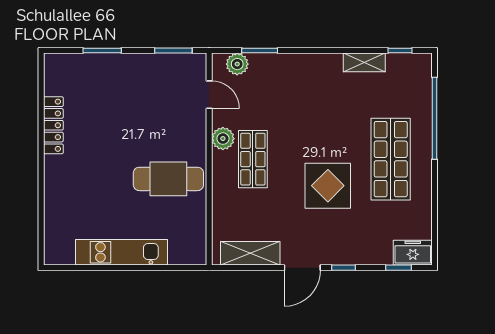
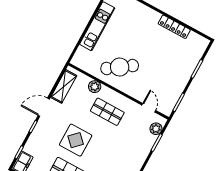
door: (209, 95) -> (149, 108), swing flipped
plant: (223, 139) -> (95, 87), moved
cafe table: (168, 179) -> (120, 67), turned 55
door: (302, 268) -> (44, 107), hinge flipped

